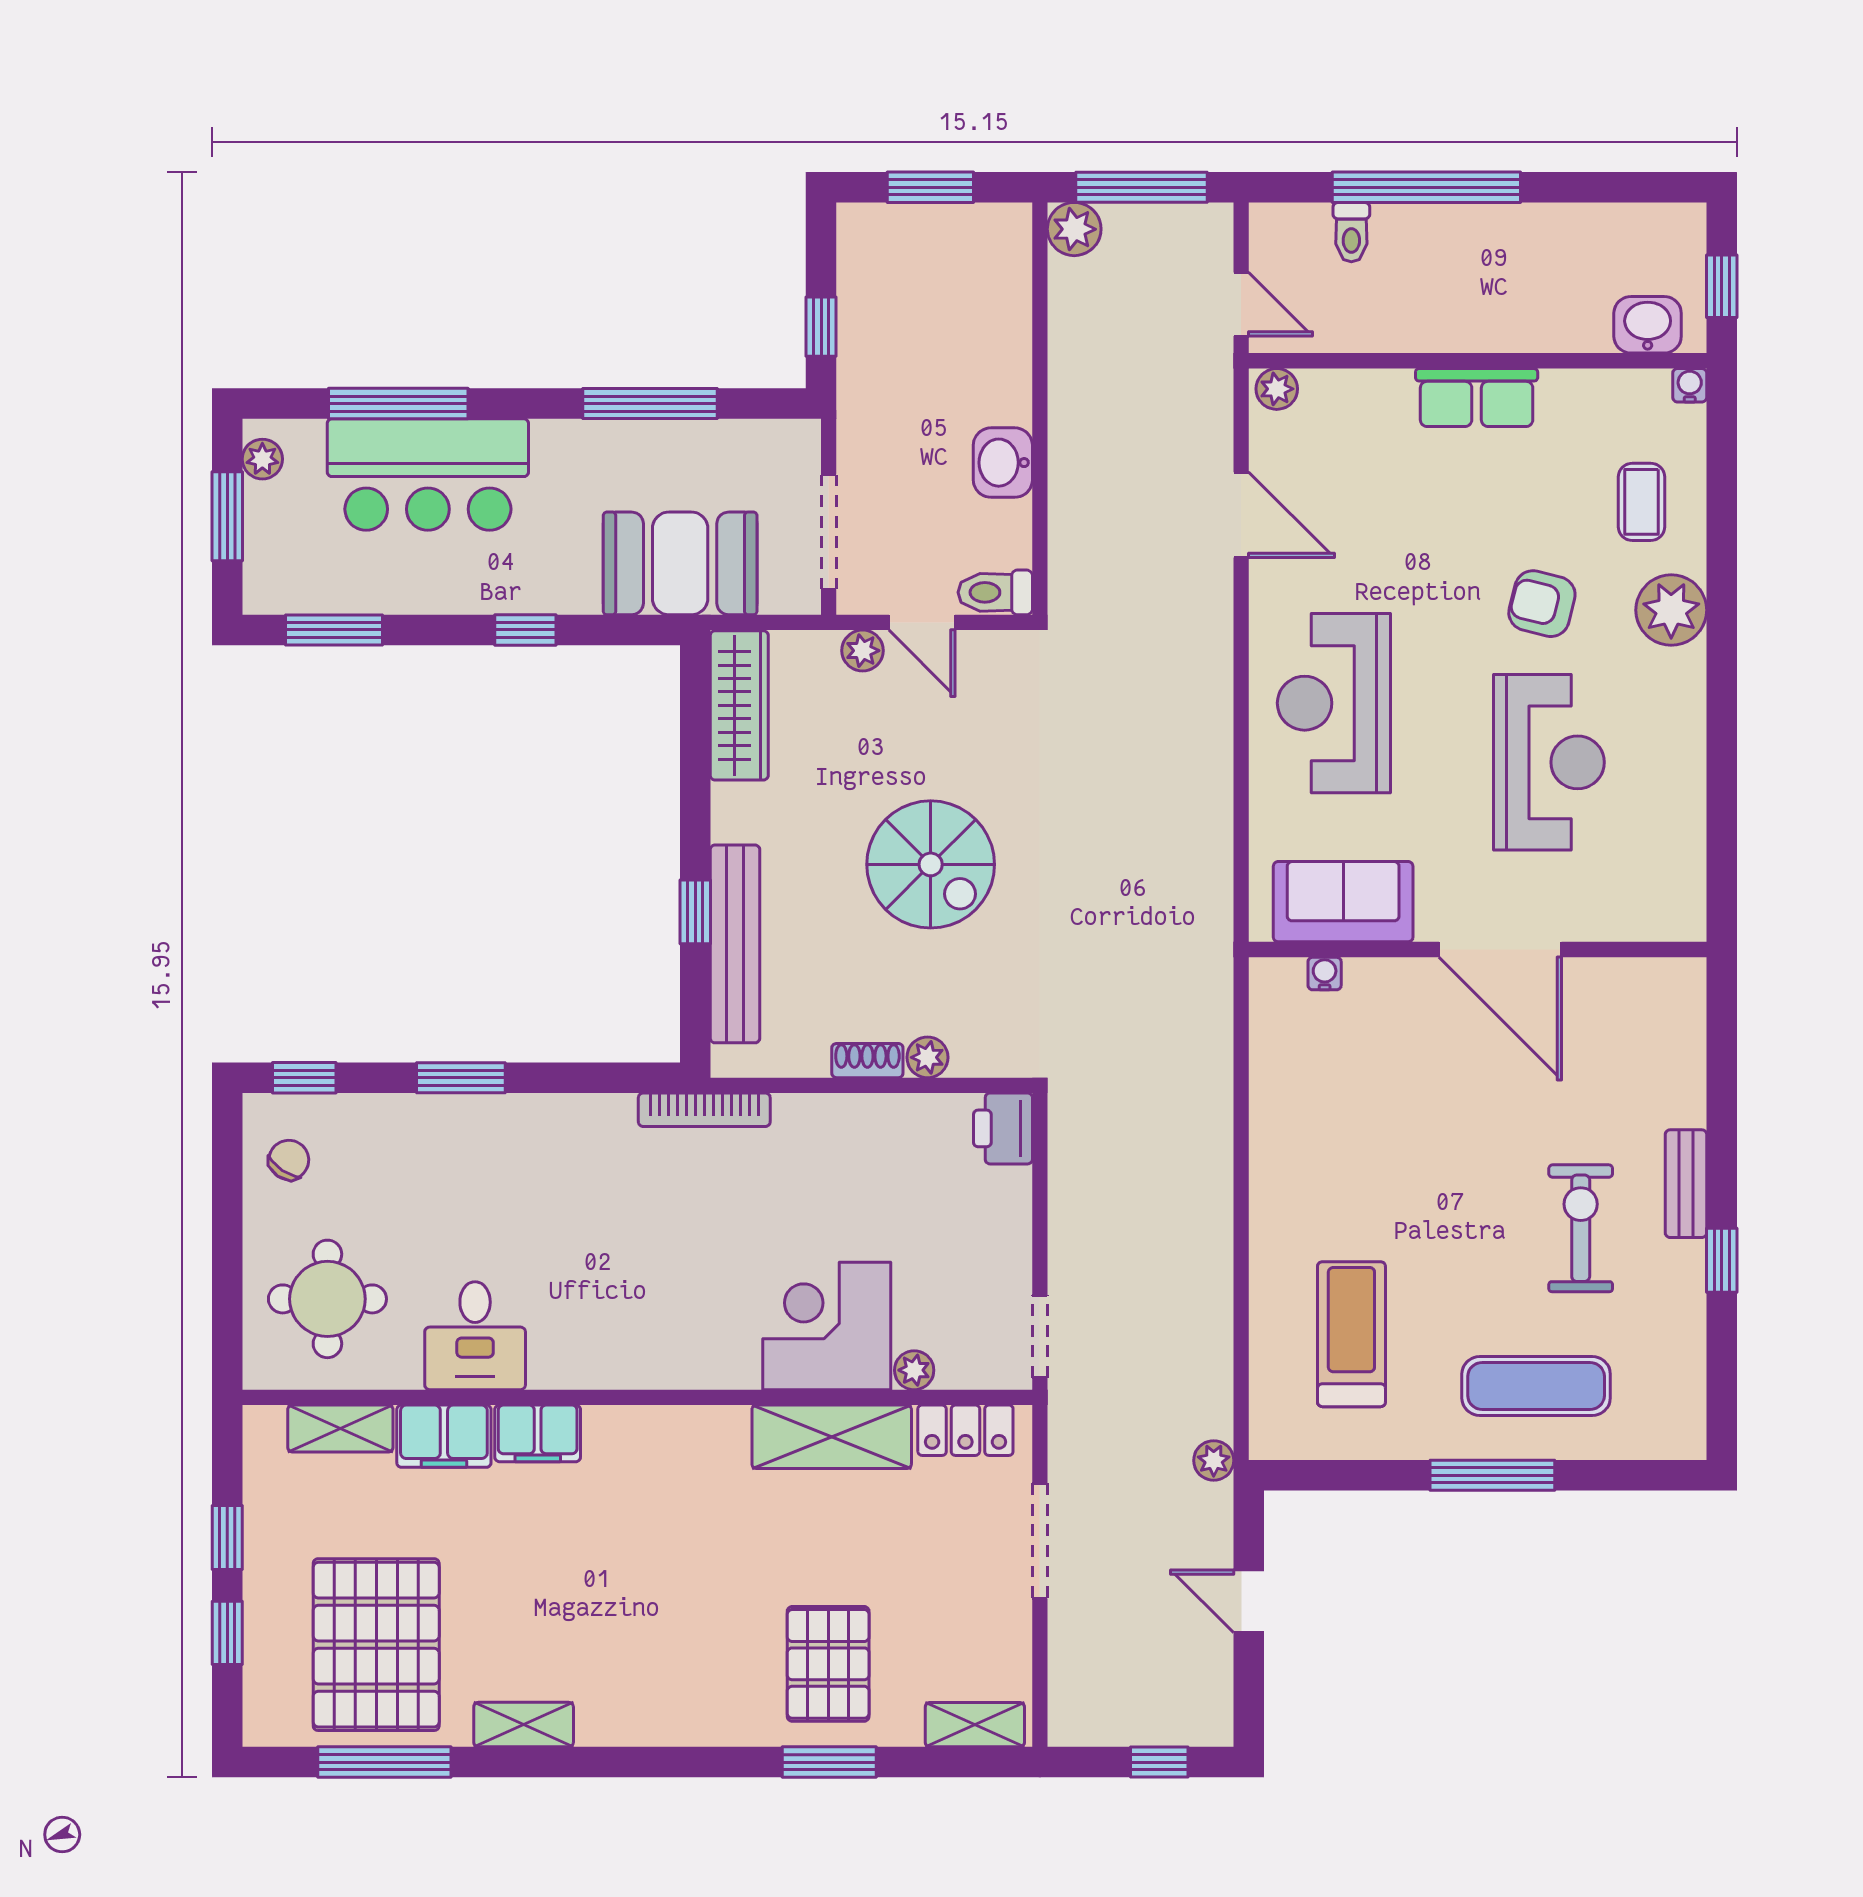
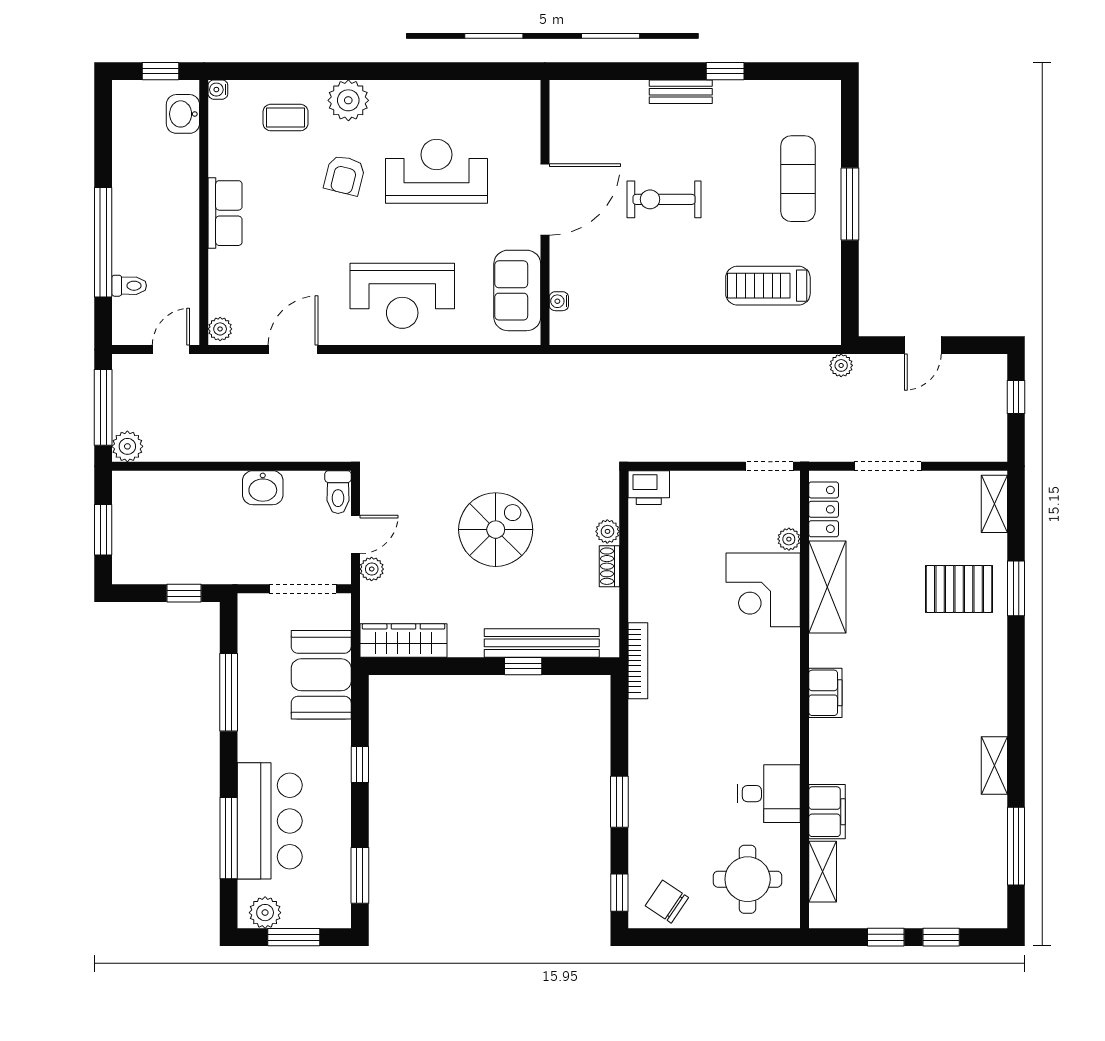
plant: (262, 459) -> (265, 913), width x1.38, depth x1.38
chair: (289, 1160) -> (667, 902), width x1.37, depth x1.37
exercise bike: (1581, 1228) -> (664, 199), moved
filing cabinet: (538, 1433) -> (825, 693), moved
pallet: (376, 1645) -> (948, 851), removed

